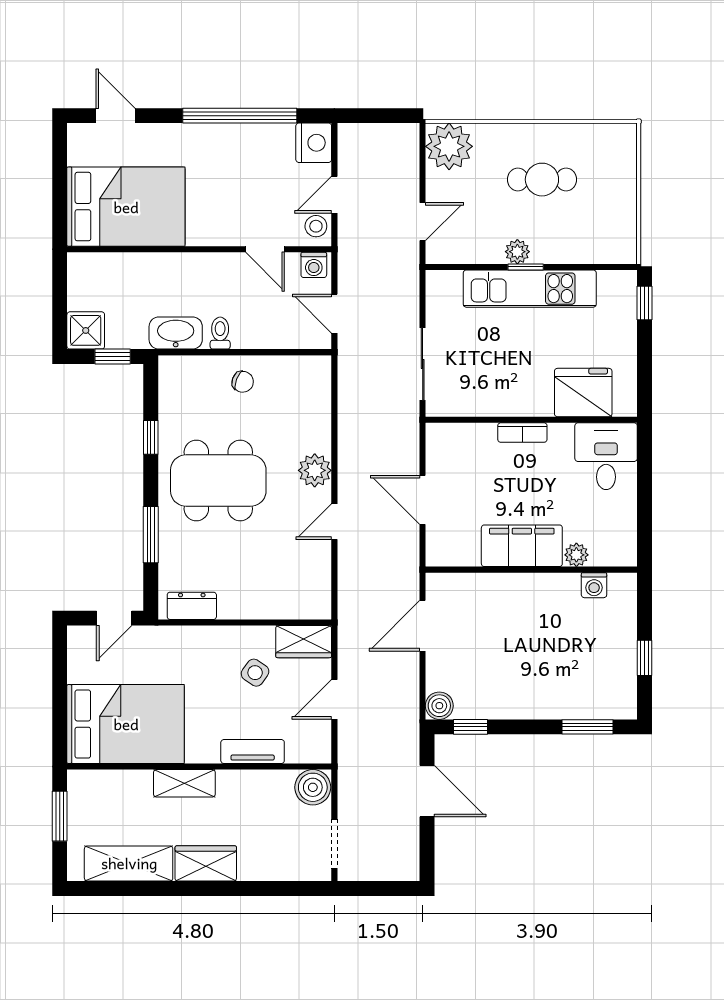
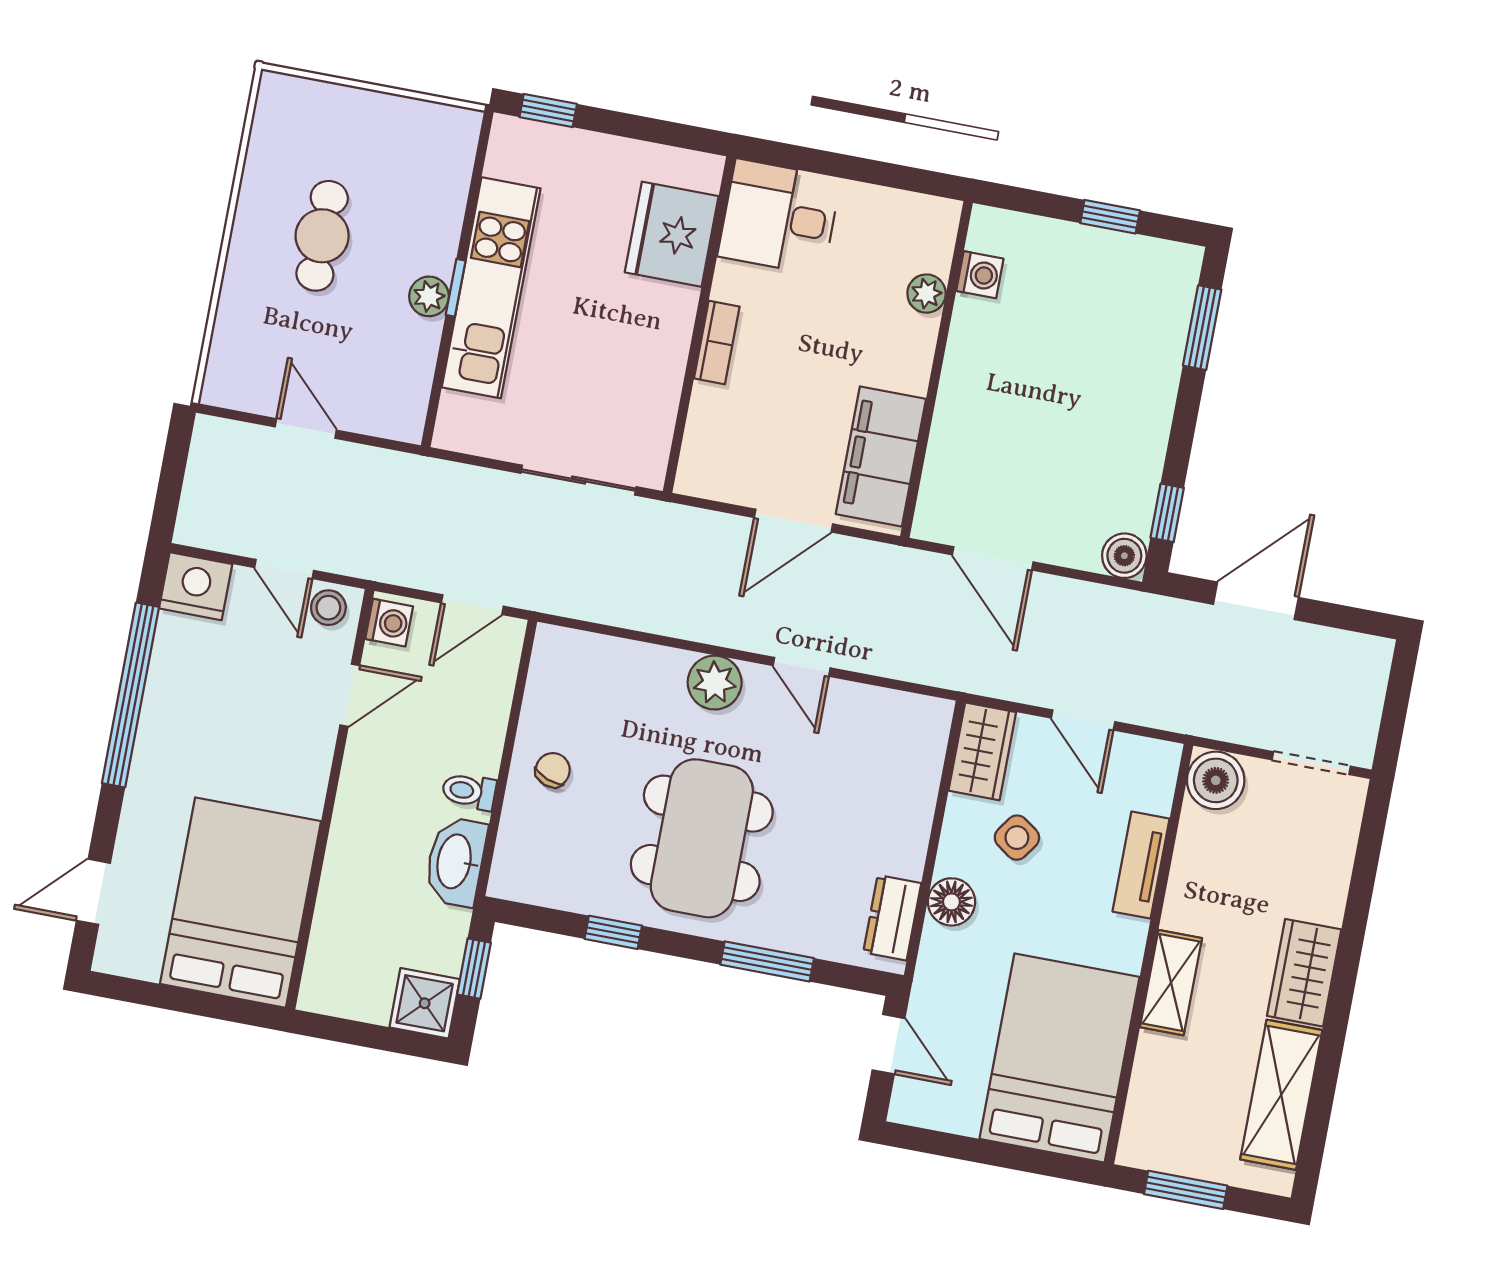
plant: (449, 146) -> (242, 373), removed
door: (423, 222) -> (306, 429), moved
filing cabinet: (522, 546) -> (881, 456), moved
floor lamp: (208, 640) -> (951, 902), added

